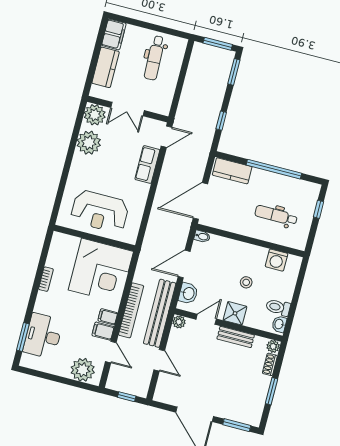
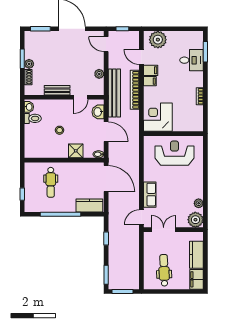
double door: (127, 109) -> (164, 230), moved
plant: (89, 143) -> (199, 203), width x0.53, depth x0.53
door: (200, 201) -> (106, 179), hinge flipped
dental chair: (276, 215) -> (51, 182), turned 90
washing machine: (277, 260) -> (42, 151), removed
door: (184, 264) -> (106, 132), hinge flipped
corner desk: (101, 271) -> (158, 117), width x0.74, depth x0.74
shower: (235, 313) -> (76, 151), moved
plant: (179, 322) -> (99, 74), moved
desk: (43, 336) -> (192, 60), width x0.73
plant: (273, 346) -> (29, 64), moved
door: (159, 360) -> (106, 44), moved

